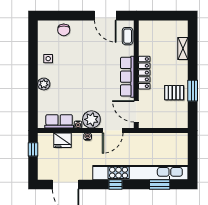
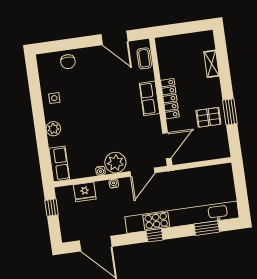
row of seats: (127, 77) -> (149, 98), width x0.68
door: (136, 111) -> (167, 146), swing flipped
row of seats: (59, 121) -> (59, 164), moved, turned 90

